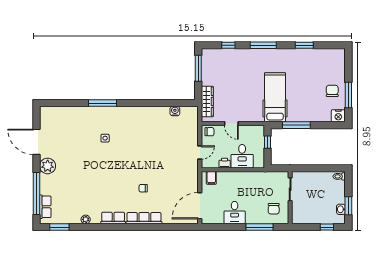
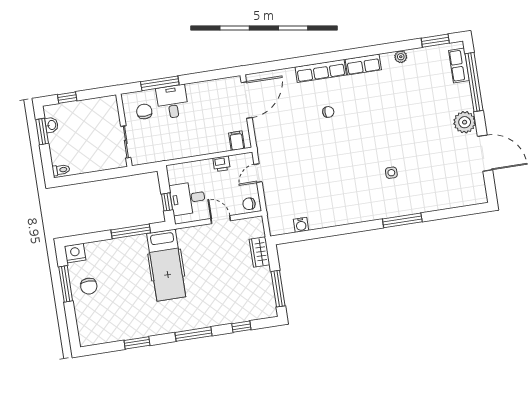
wardrobe: (207, 101) -> (260, 252), width x0.67
desk: (242, 156) -> (188, 198), moved, turned -90
desk: (235, 213) -> (172, 102), moved

